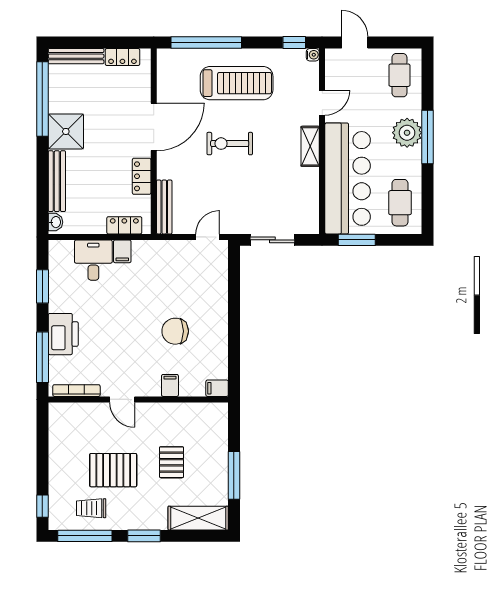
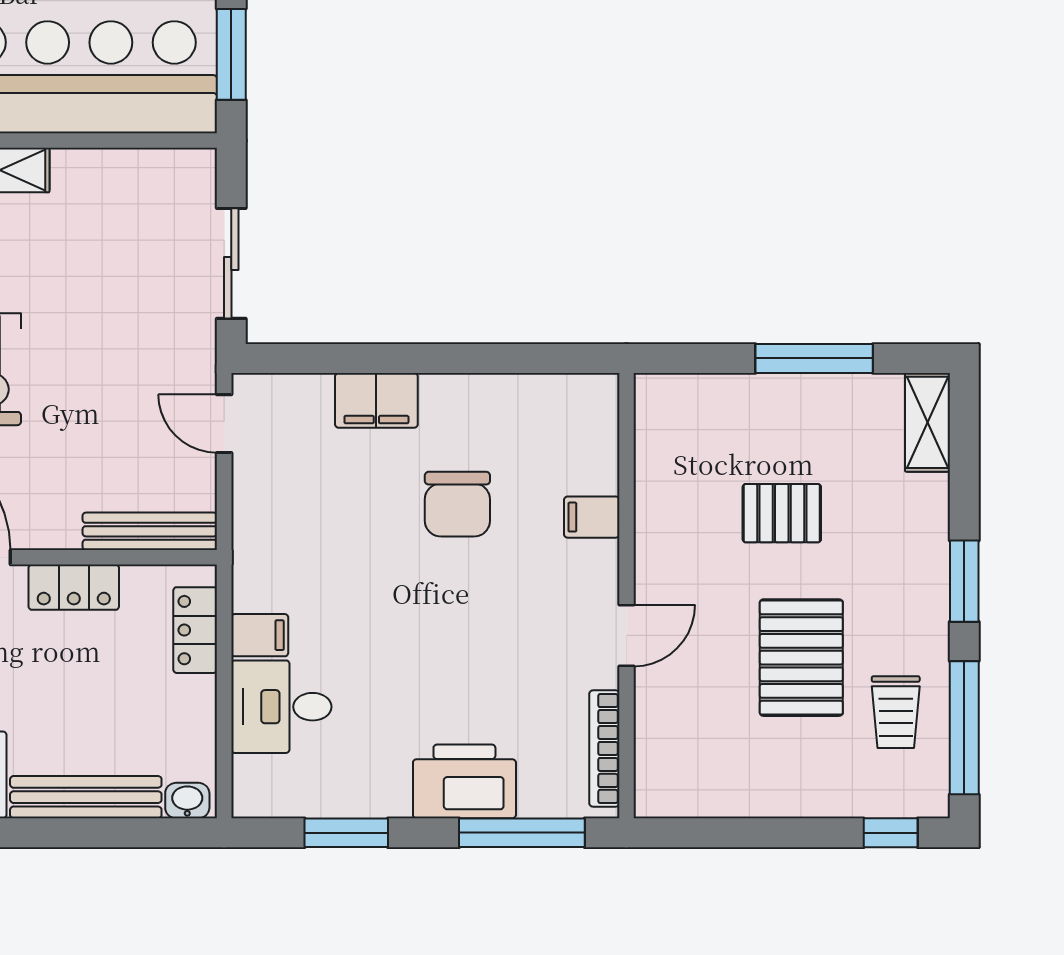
filing cabinet: (217, 388) -> (376, 400), moved, width x2.00
shelving: (198, 518) -> (928, 422), width x0.67, depth x0.75

